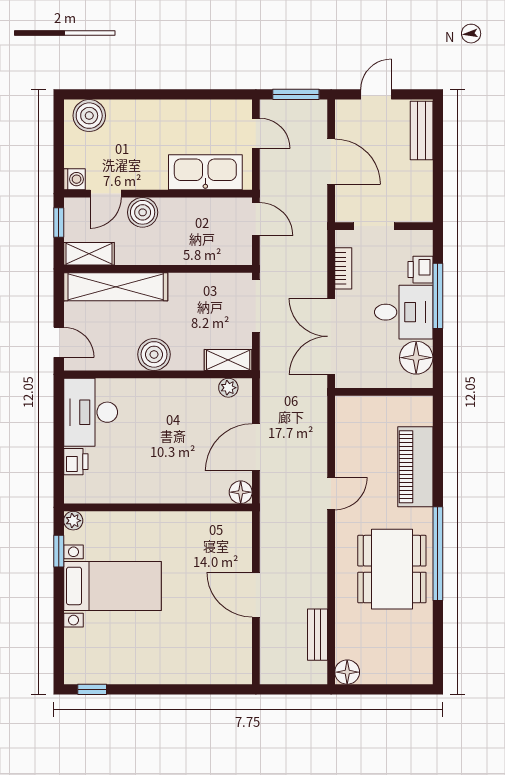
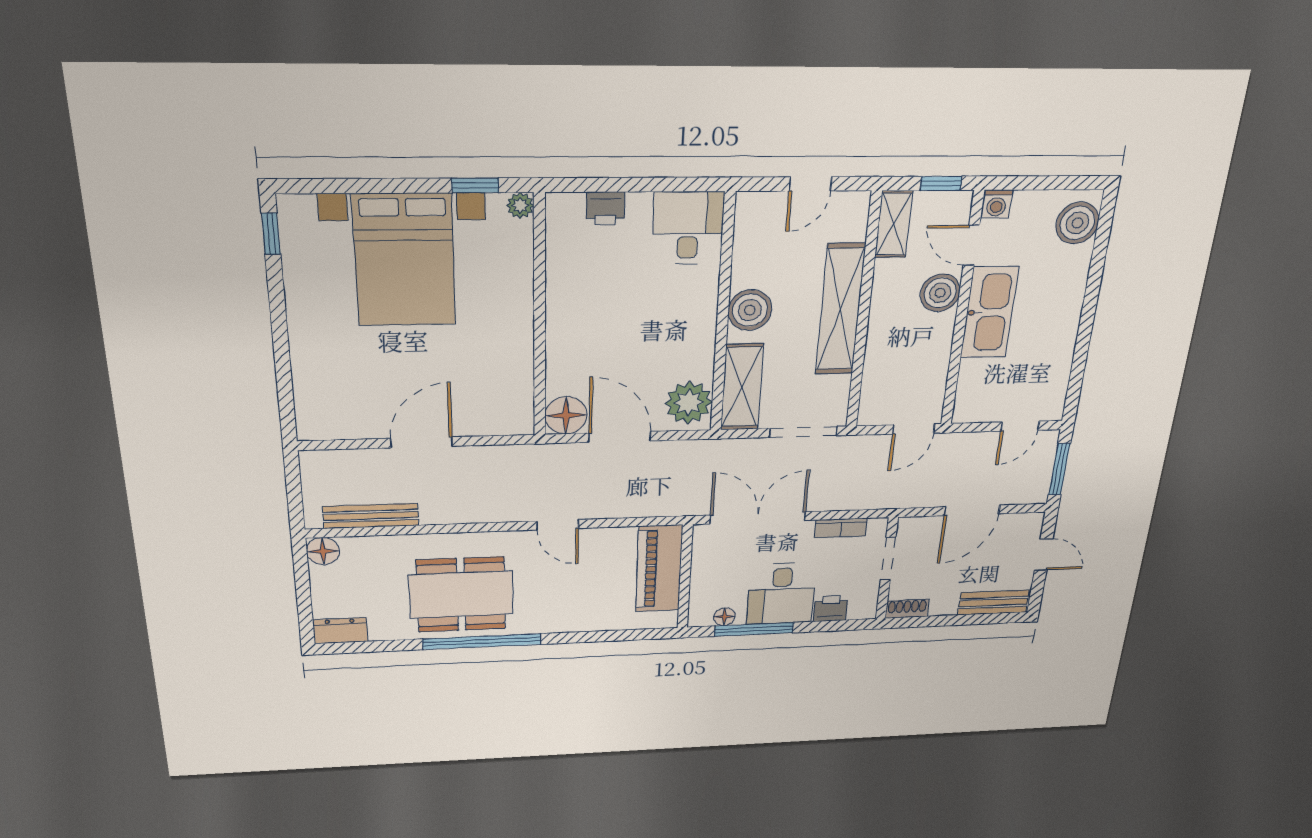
kitchen sink: (205, 172) -> (989, 313), moved
shoe rack: (424, 205) -> (907, 609), added
shelving: (116, 287) -> (840, 310), moved
window: (438, 296) -> (754, 629), moved
door: (59, 342) -> (810, 184), moved
floor lamp: (416, 358) -> (724, 617), width x0.53, depth x0.53
shelving: (228, 360) -> (742, 387), width x1.50, depth x1.33
plant: (228, 388) -> (689, 403), width x1.88, depth x1.88
desk: (91, 412) -> (688, 228), width x0.73
piano: (415, 467) -> (659, 569), moved, turned -90
floor lamp: (241, 492) -> (566, 415), width x1.38, depth x1.38
bed with nightstands: (112, 586) -> (405, 260), width x1.36
bench: (318, 635) -> (371, 516), width x1.36
dresser: (421, 664) -> (340, 631), added

